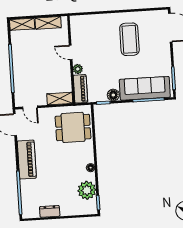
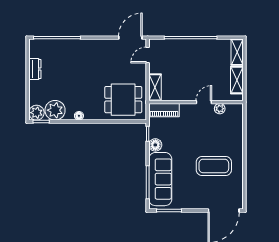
plant: (78, 69) -> (220, 109), moved
dining table: (73, 127) -> (123, 100), turned 90
piano: (27, 160) -> (92, 48), removed
plant: (90, 207) -> (37, 113), added

